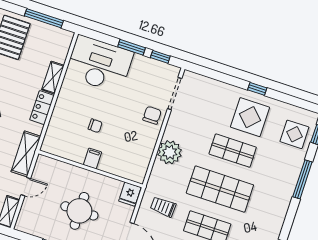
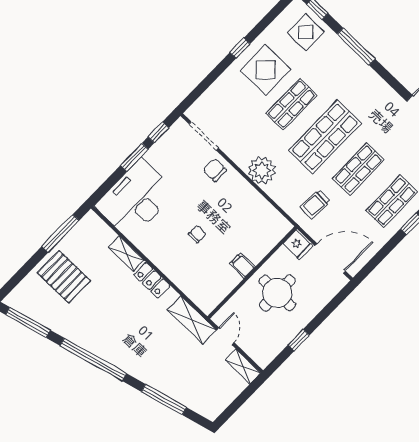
filing cabinet: (93, 158) -> (242, 265), moved
wall: (91, 169) -> (252, 273), moved
fridge: (130, 194) -> (298, 245), moved

